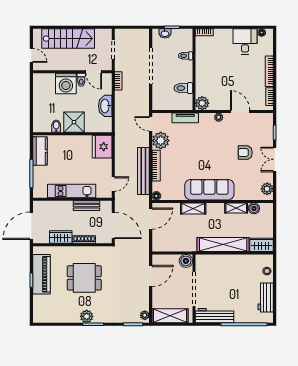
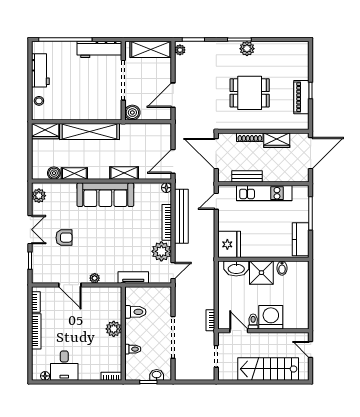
plant: (202, 103) -> (114, 329), moved
washbasin: (105, 106) -> (236, 268), moved, turned 90
door: (151, 124) -> (173, 271), hinge flipped
piano: (41, 274) -> (301, 97), width x0.73, depth x0.75

